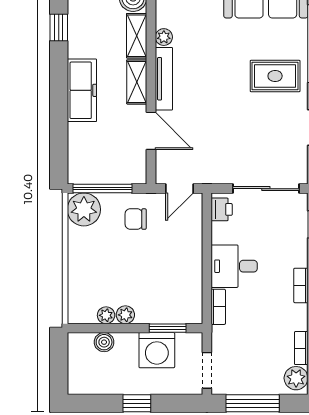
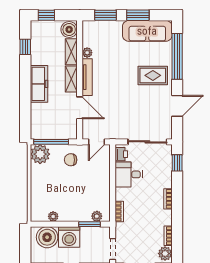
desk: (234, 266) -> (129, 174), moved
plant: (125, 315) -> (97, 216), moved
boiler: (104, 342) -> (47, 237), width x1.86, depth x1.86
washing machine: (157, 350) -> (69, 237), moved

